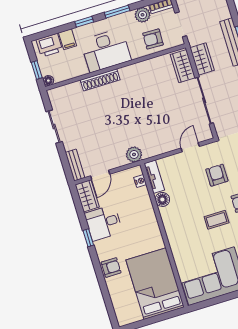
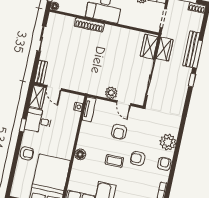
armchair: (153, 39) -> (139, 17), removed
door: (190, 147) -> (124, 103), swing flipped
plant: (134, 154) -> (111, 93), moved
door: (100, 175) -> (54, 88), hinge flipped
armchair: (217, 175) -> (119, 132), moved, turned 180
floor lamp: (162, 199) -> (80, 154), moved

